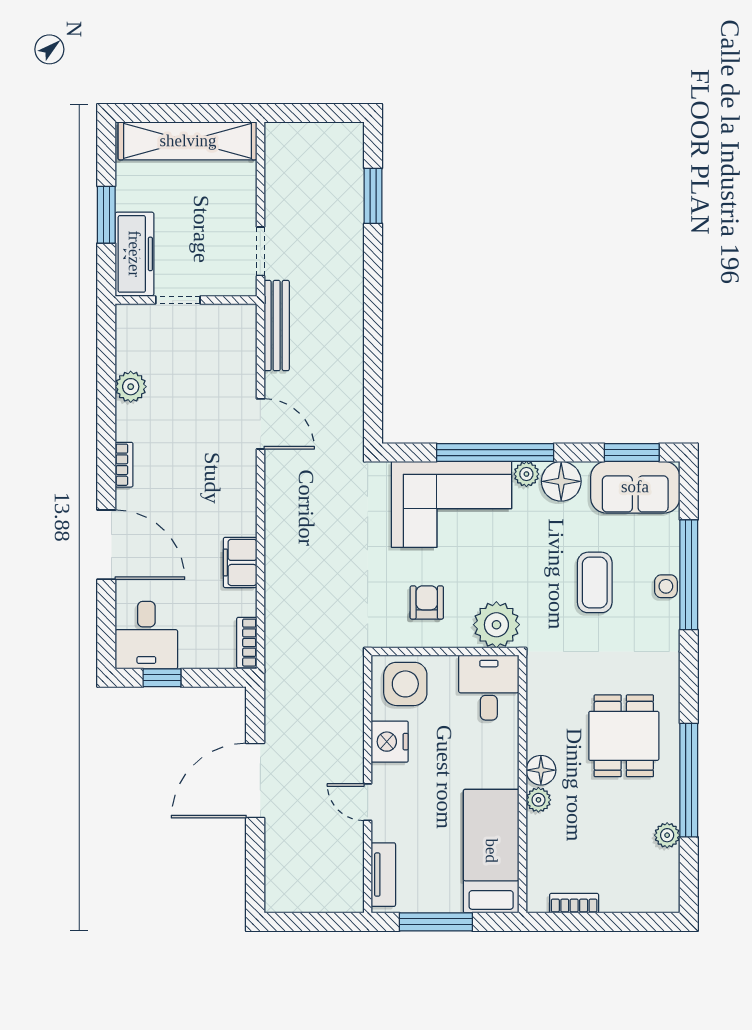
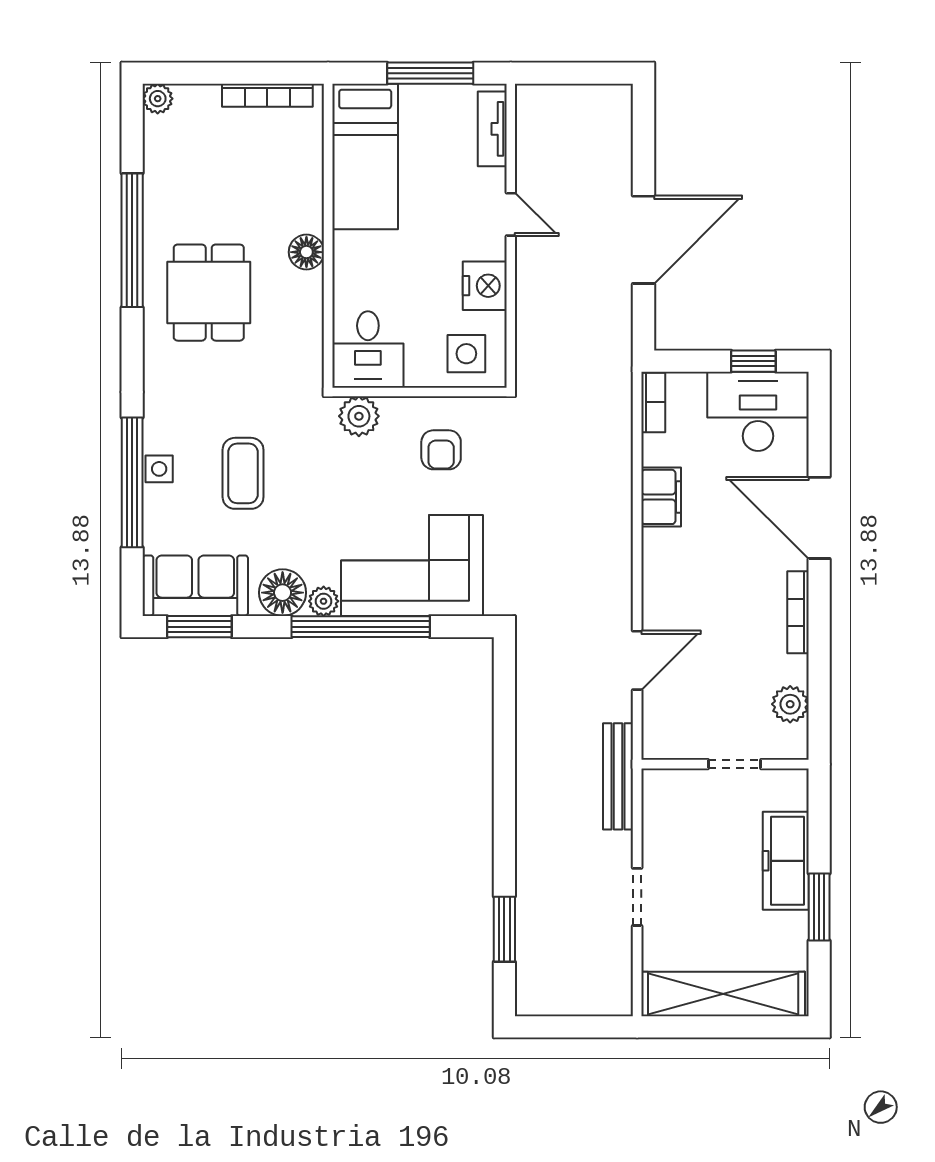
doorway: (260, 251) -> (637, 897), moved
doorway: (178, 300) -> (735, 764), moved
wall: (186, 300) -> (725, 764), moved
door: (260, 424) -> (637, 660), swing flipped
bookcase: (124, 465) -> (798, 612), width x1.56
plant: (496, 625) -> (359, 416), width x0.73, depth x0.73
desk: (146, 635) -> (758, 411), width x1.37
side table: (405, 684) -> (466, 354), width x0.73, depth x0.73
plant: (538, 800) -> (309, 217), removed
plant: (667, 835) -> (158, 99), moved
bookcase: (574, 903) -> (267, 95), width x1.56

